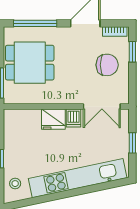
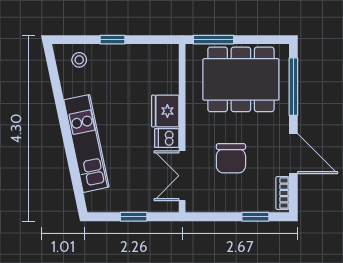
dining table: (30, 63) -> (241, 79), width x1.38
chair: (107, 65) -> (231, 158), moved
kitchen unit: (78, 178) -> (86, 143), width x0.73

